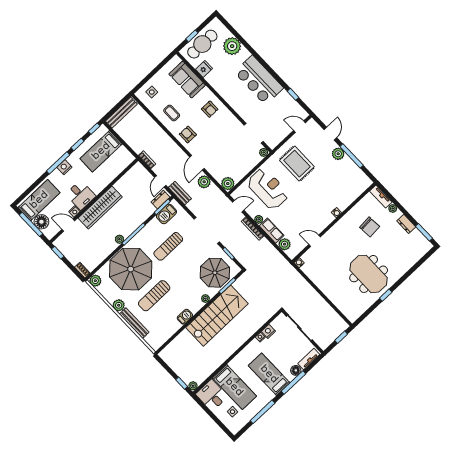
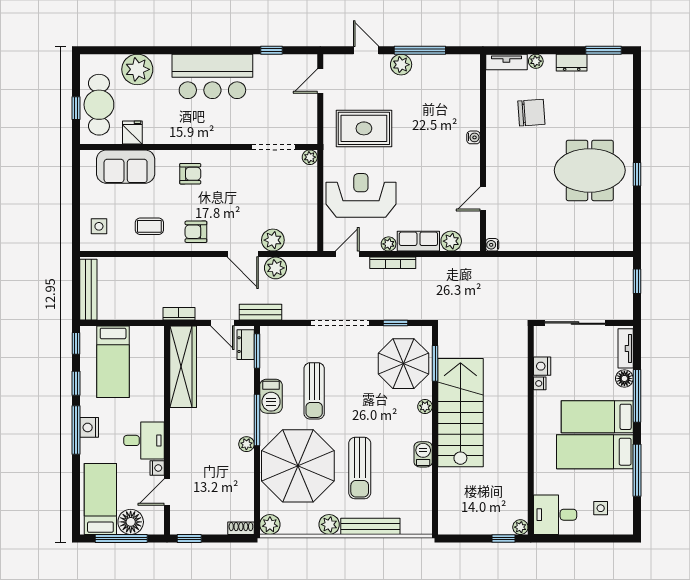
plant: (228, 184) -> (273, 240), moved
wardrobe: (100, 207) -> (183, 367), moved
barbecue: (166, 214) -> (271, 396), moved
bed: (234, 387) -> (595, 452), moved, turned 180

